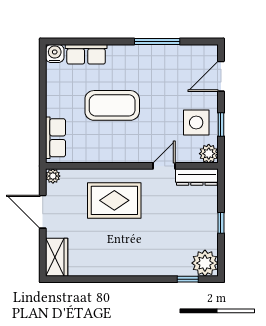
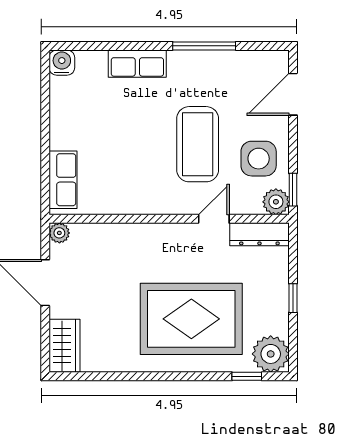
row of seats: (86, 54) -> (137, 64), moved
coffee table: (112, 105) -> (198, 144), moved, turned 90
window: (221, 124) -> (293, 190), moved
rug: (114, 200) -> (191, 319), moved, width x1.37, depth x1.44

